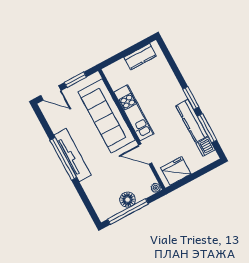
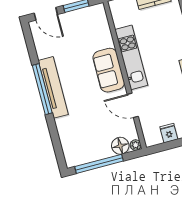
sofa: (107, 116) -> (109, 70), width x0.54, depth x0.79
fridge: (176, 171) -> (169, 133), width x0.53, depth x0.75
floor lamp: (128, 200) -> (120, 146), moved

